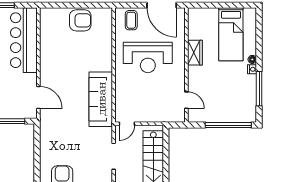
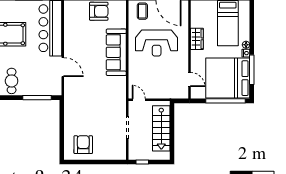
door: (38, 97) -> (63, 67), moved
bed: (231, 98) -> (228, 78), added
sofa: (101, 99) -> (116, 52), moved
door: (127, 124) -> (139, 100), swing flipped

